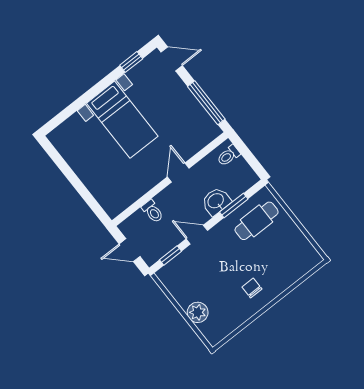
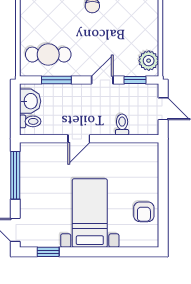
armchair: (80, 155) -> (144, 212), added
washbasin: (216, 201) -> (30, 101), moved, turned -90
door: (197, 235) -> (102, 80), swing flipped
plant: (198, 312) -> (149, 61), moved

